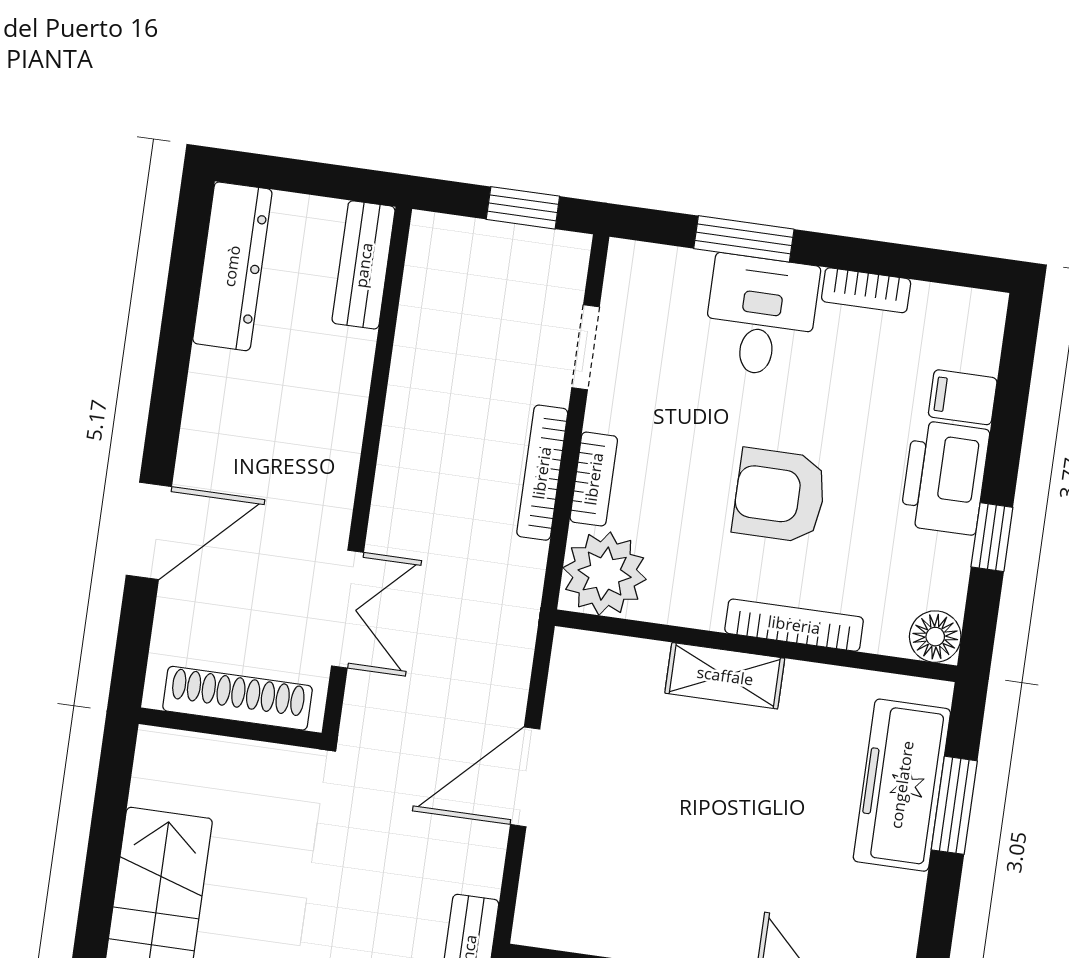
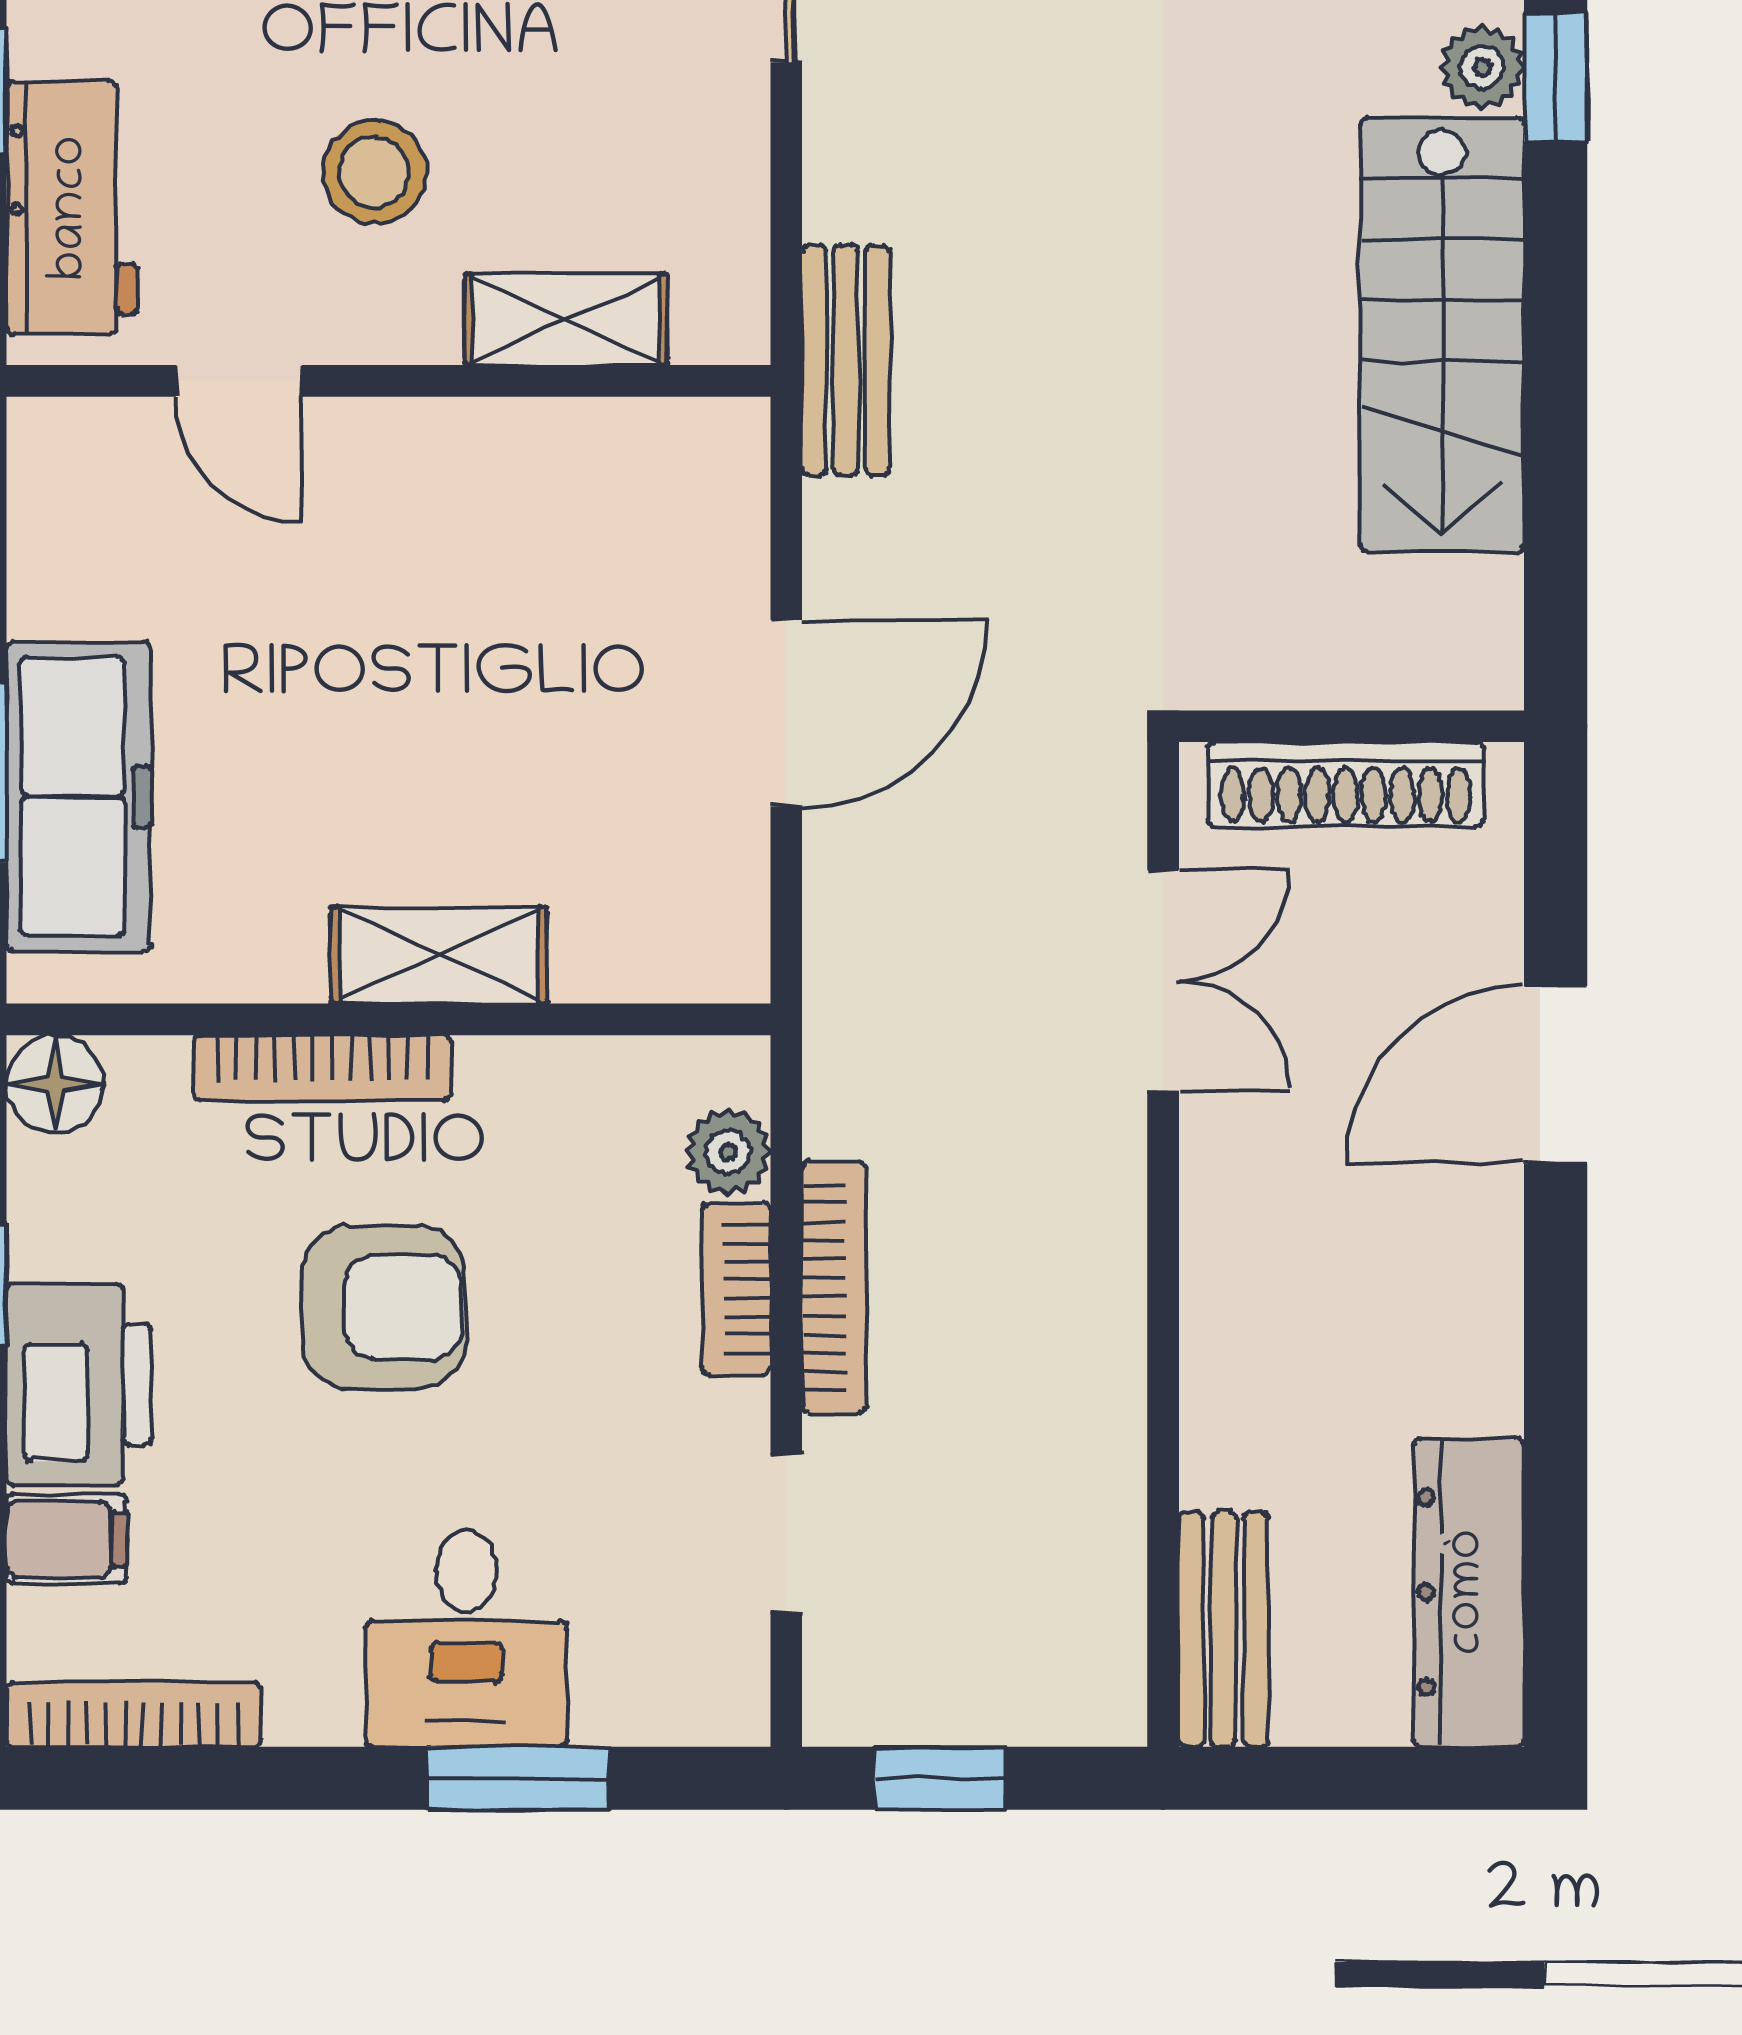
bookcase: (866, 290) -> (134, 1714), moved, width x1.56
plant: (605, 574) -> (728, 1152), width x0.53, depth x0.53
double door: (348, 609) -> (1163, 980), swing flipped

